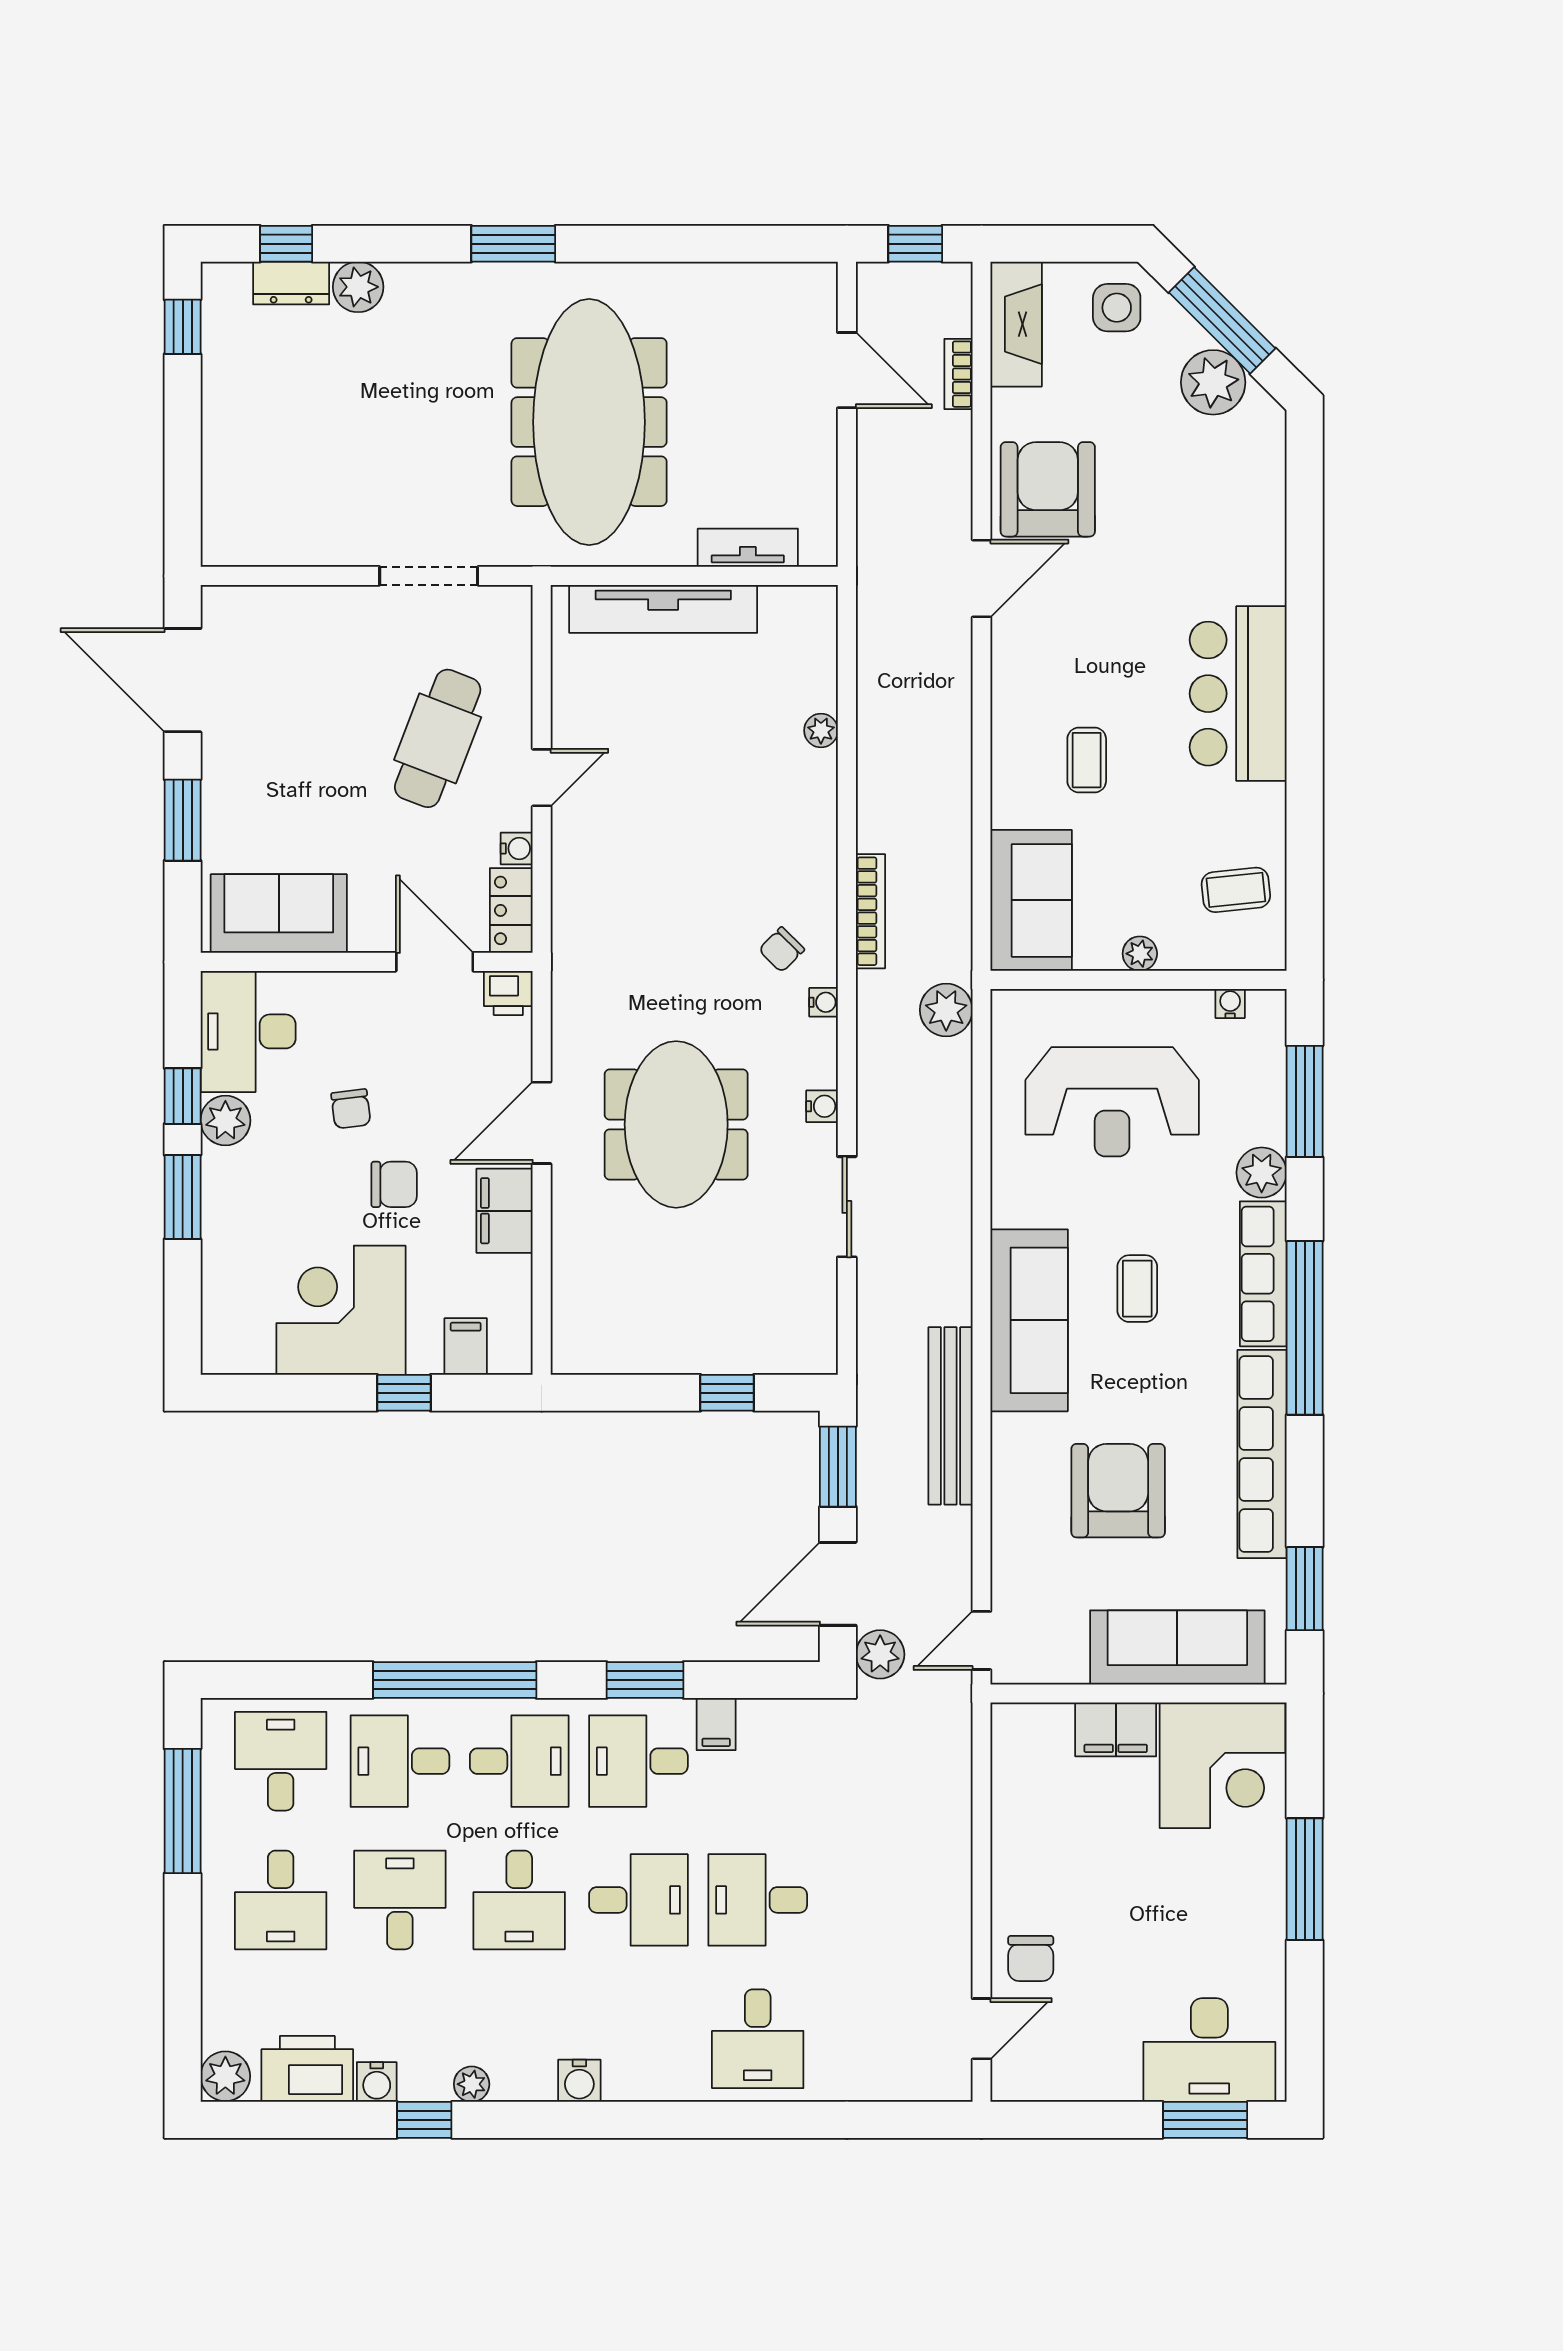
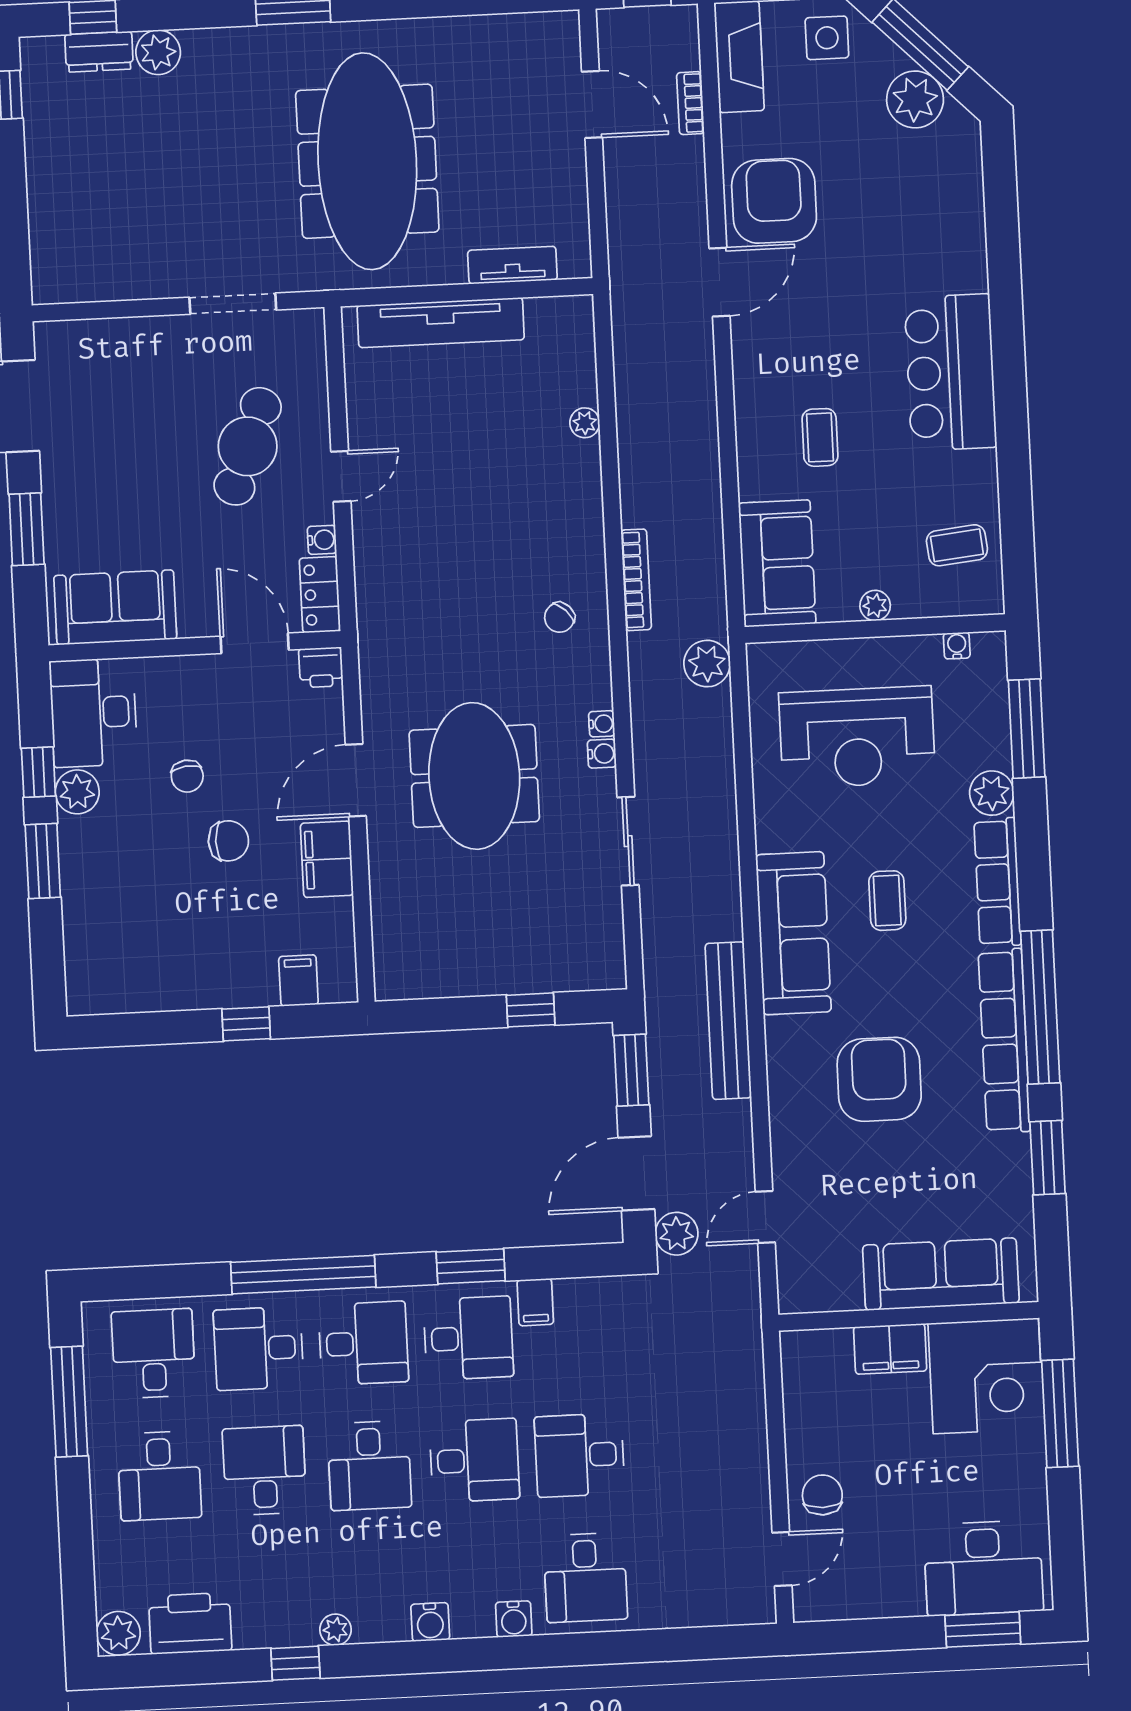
water cooler: (824, 1002) -> (602, 724), moved
corner desk: (341, 1310) -> (187, 954), removed
window: (1305, 1328) -> (1040, 1007), moved
sofa: (1177, 1647) -> (941, 1274), moved
wall: (1139, 1693) -> (909, 1316), moved
filing cabinet: (1116, 1729) -> (890, 1349), moved
desk: (638, 1761) -> (468, 1338), turned 180
corner desk: (1223, 1765) -> (986, 1376), moved
chair: (1031, 1958) -> (822, 1495), turned 180
water cooler: (377, 2082) -> (514, 1619), moved

